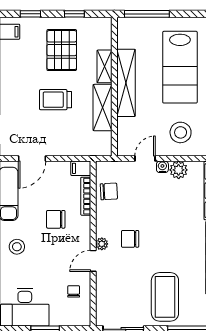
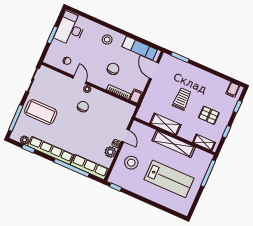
pallet: (62, 50) -> (209, 115), width x0.67, depth x0.71
shelving: (104, 66) -> (204, 142), moved
lab bench: (180, 67) -> (169, 179), turned 180
chair: (109, 191) -> (116, 106), removed

